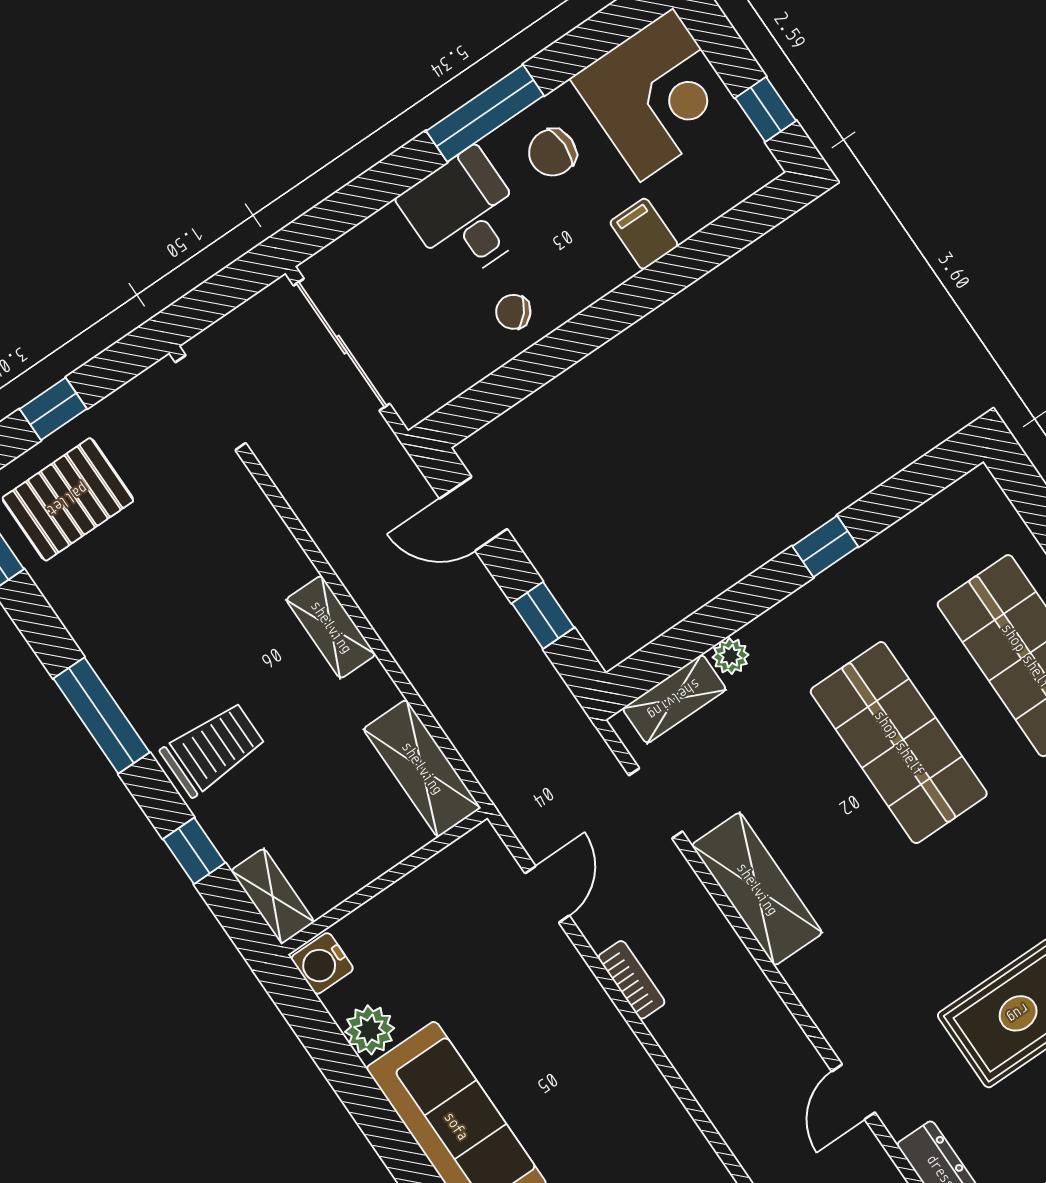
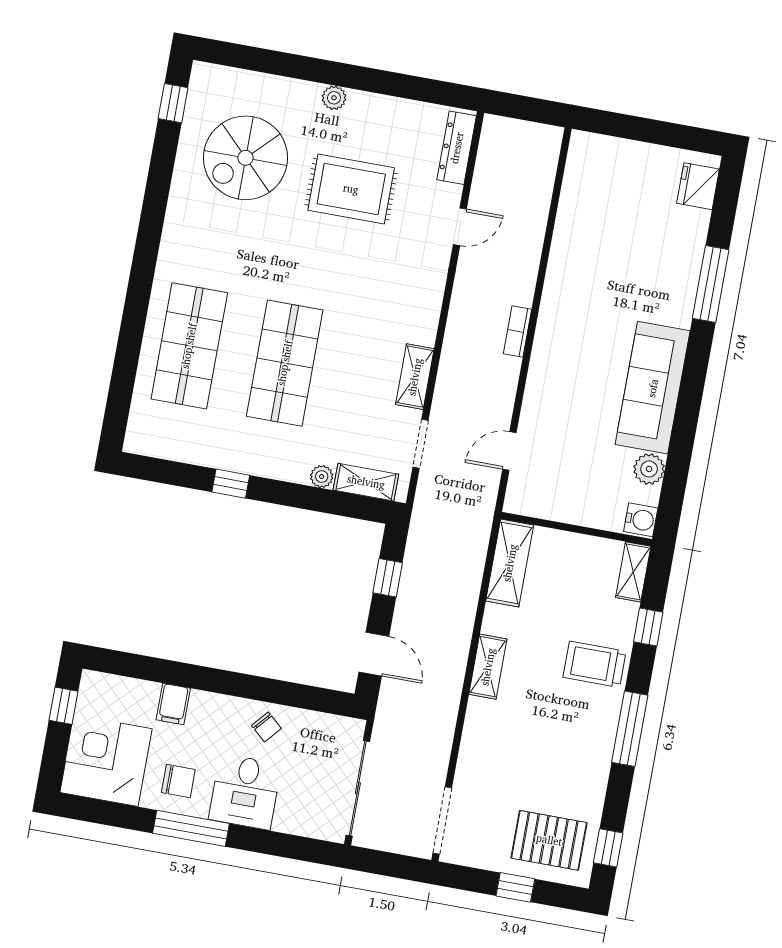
shelving: (757, 889) -> (415, 377), width x0.67, depth x0.75
bookcase: (631, 980) -> (518, 332), moved

